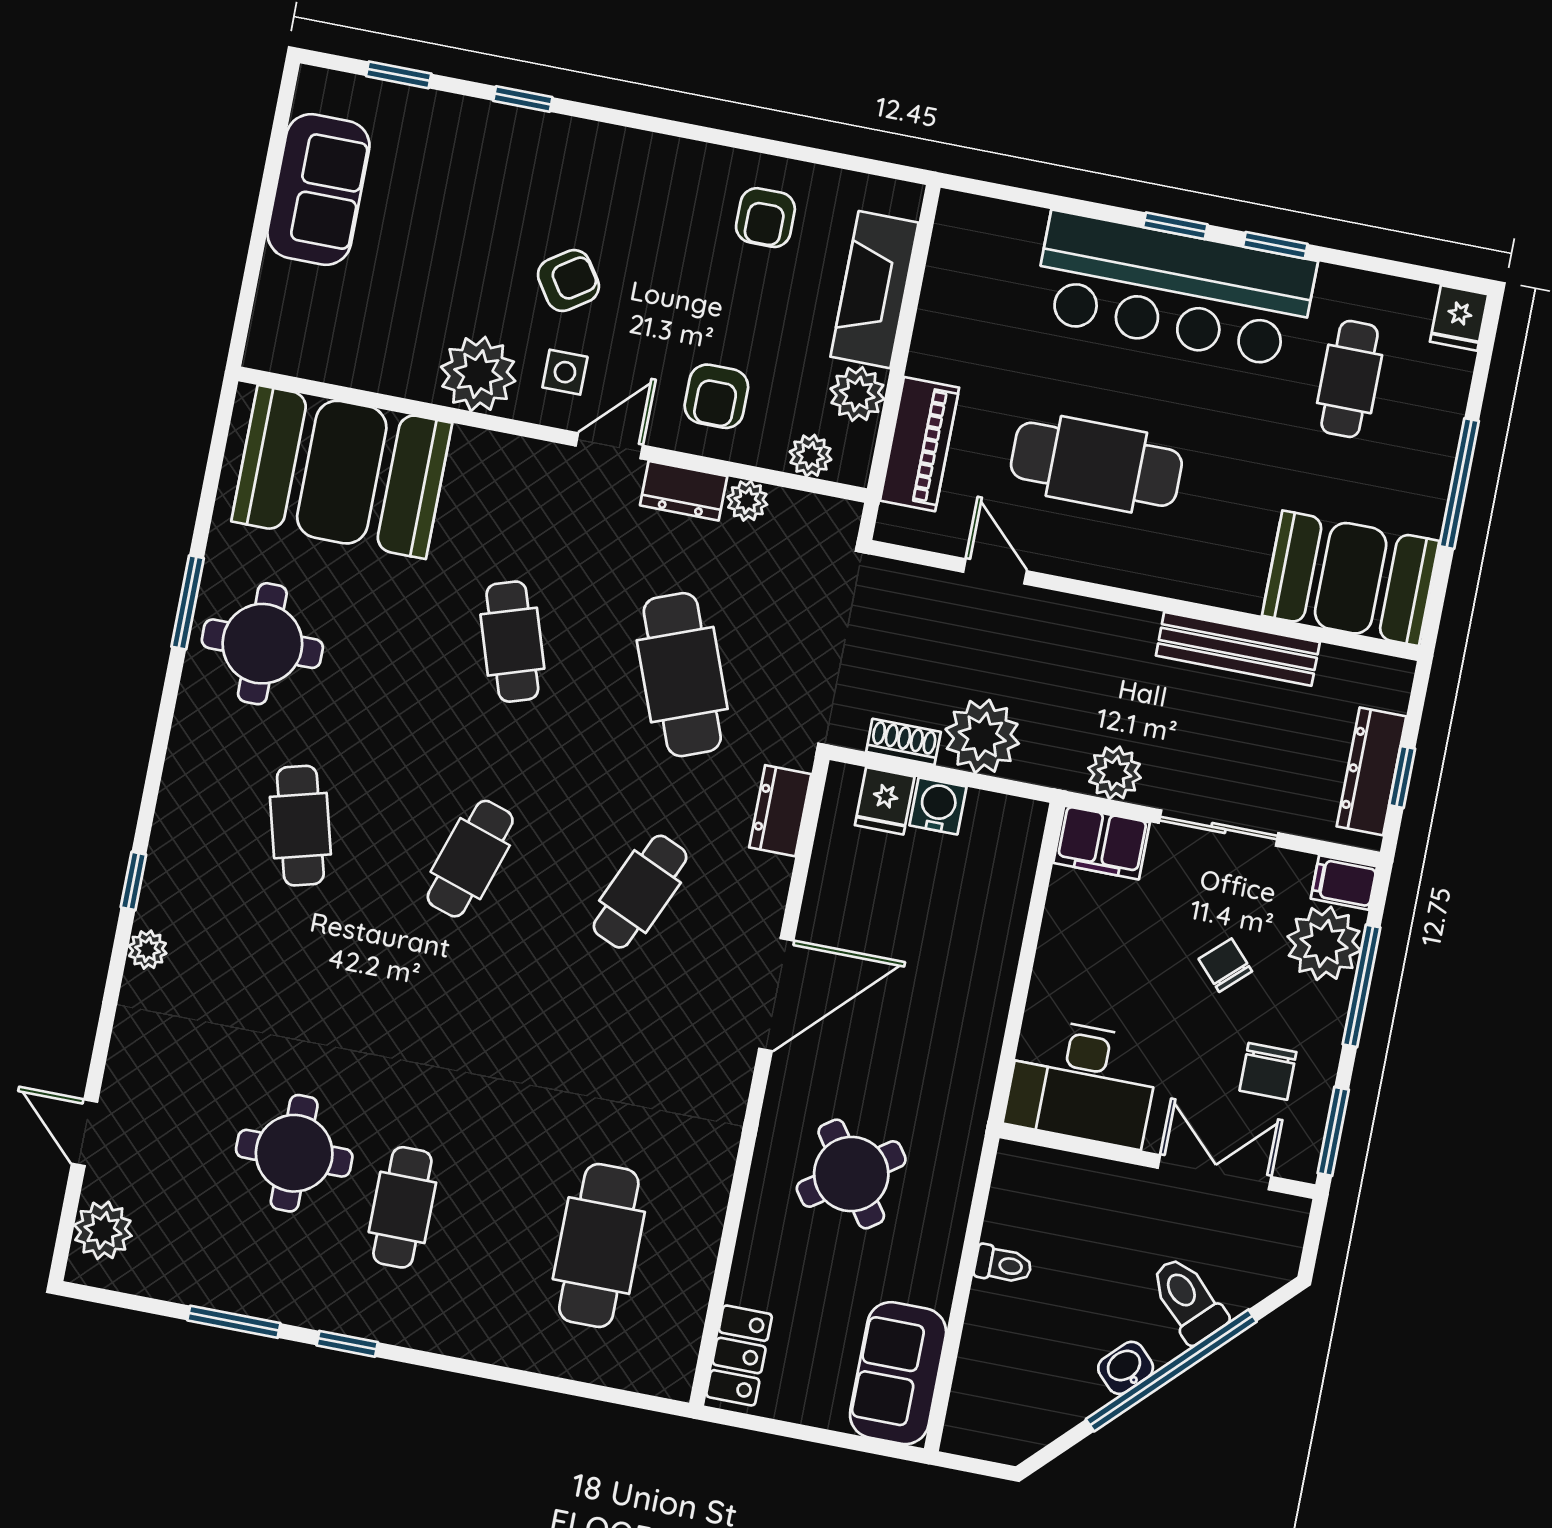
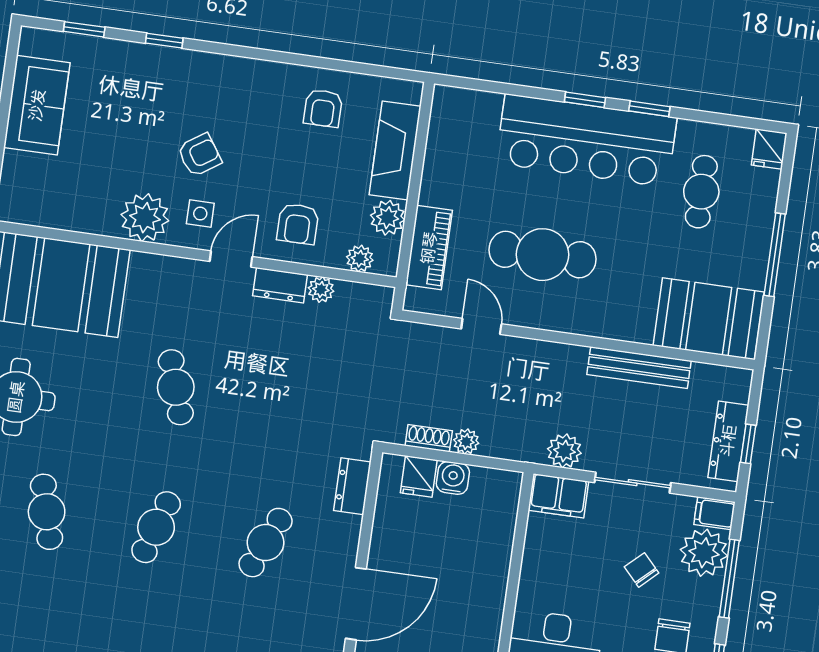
cafe table: (682, 675) -> (285, 403), removed
plant: (982, 736) -> (466, 442), width x0.53, depth x0.53

